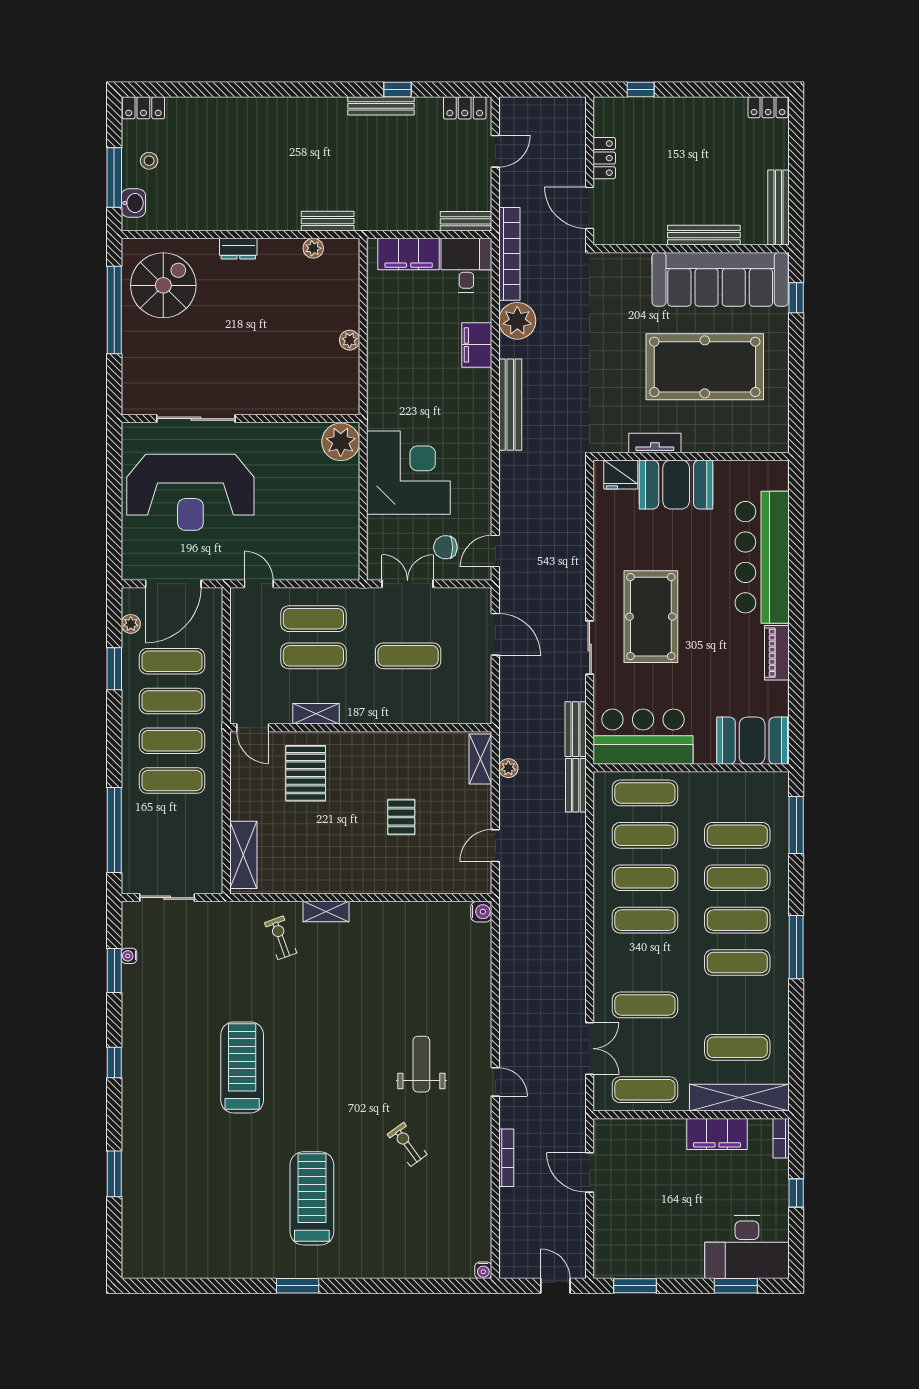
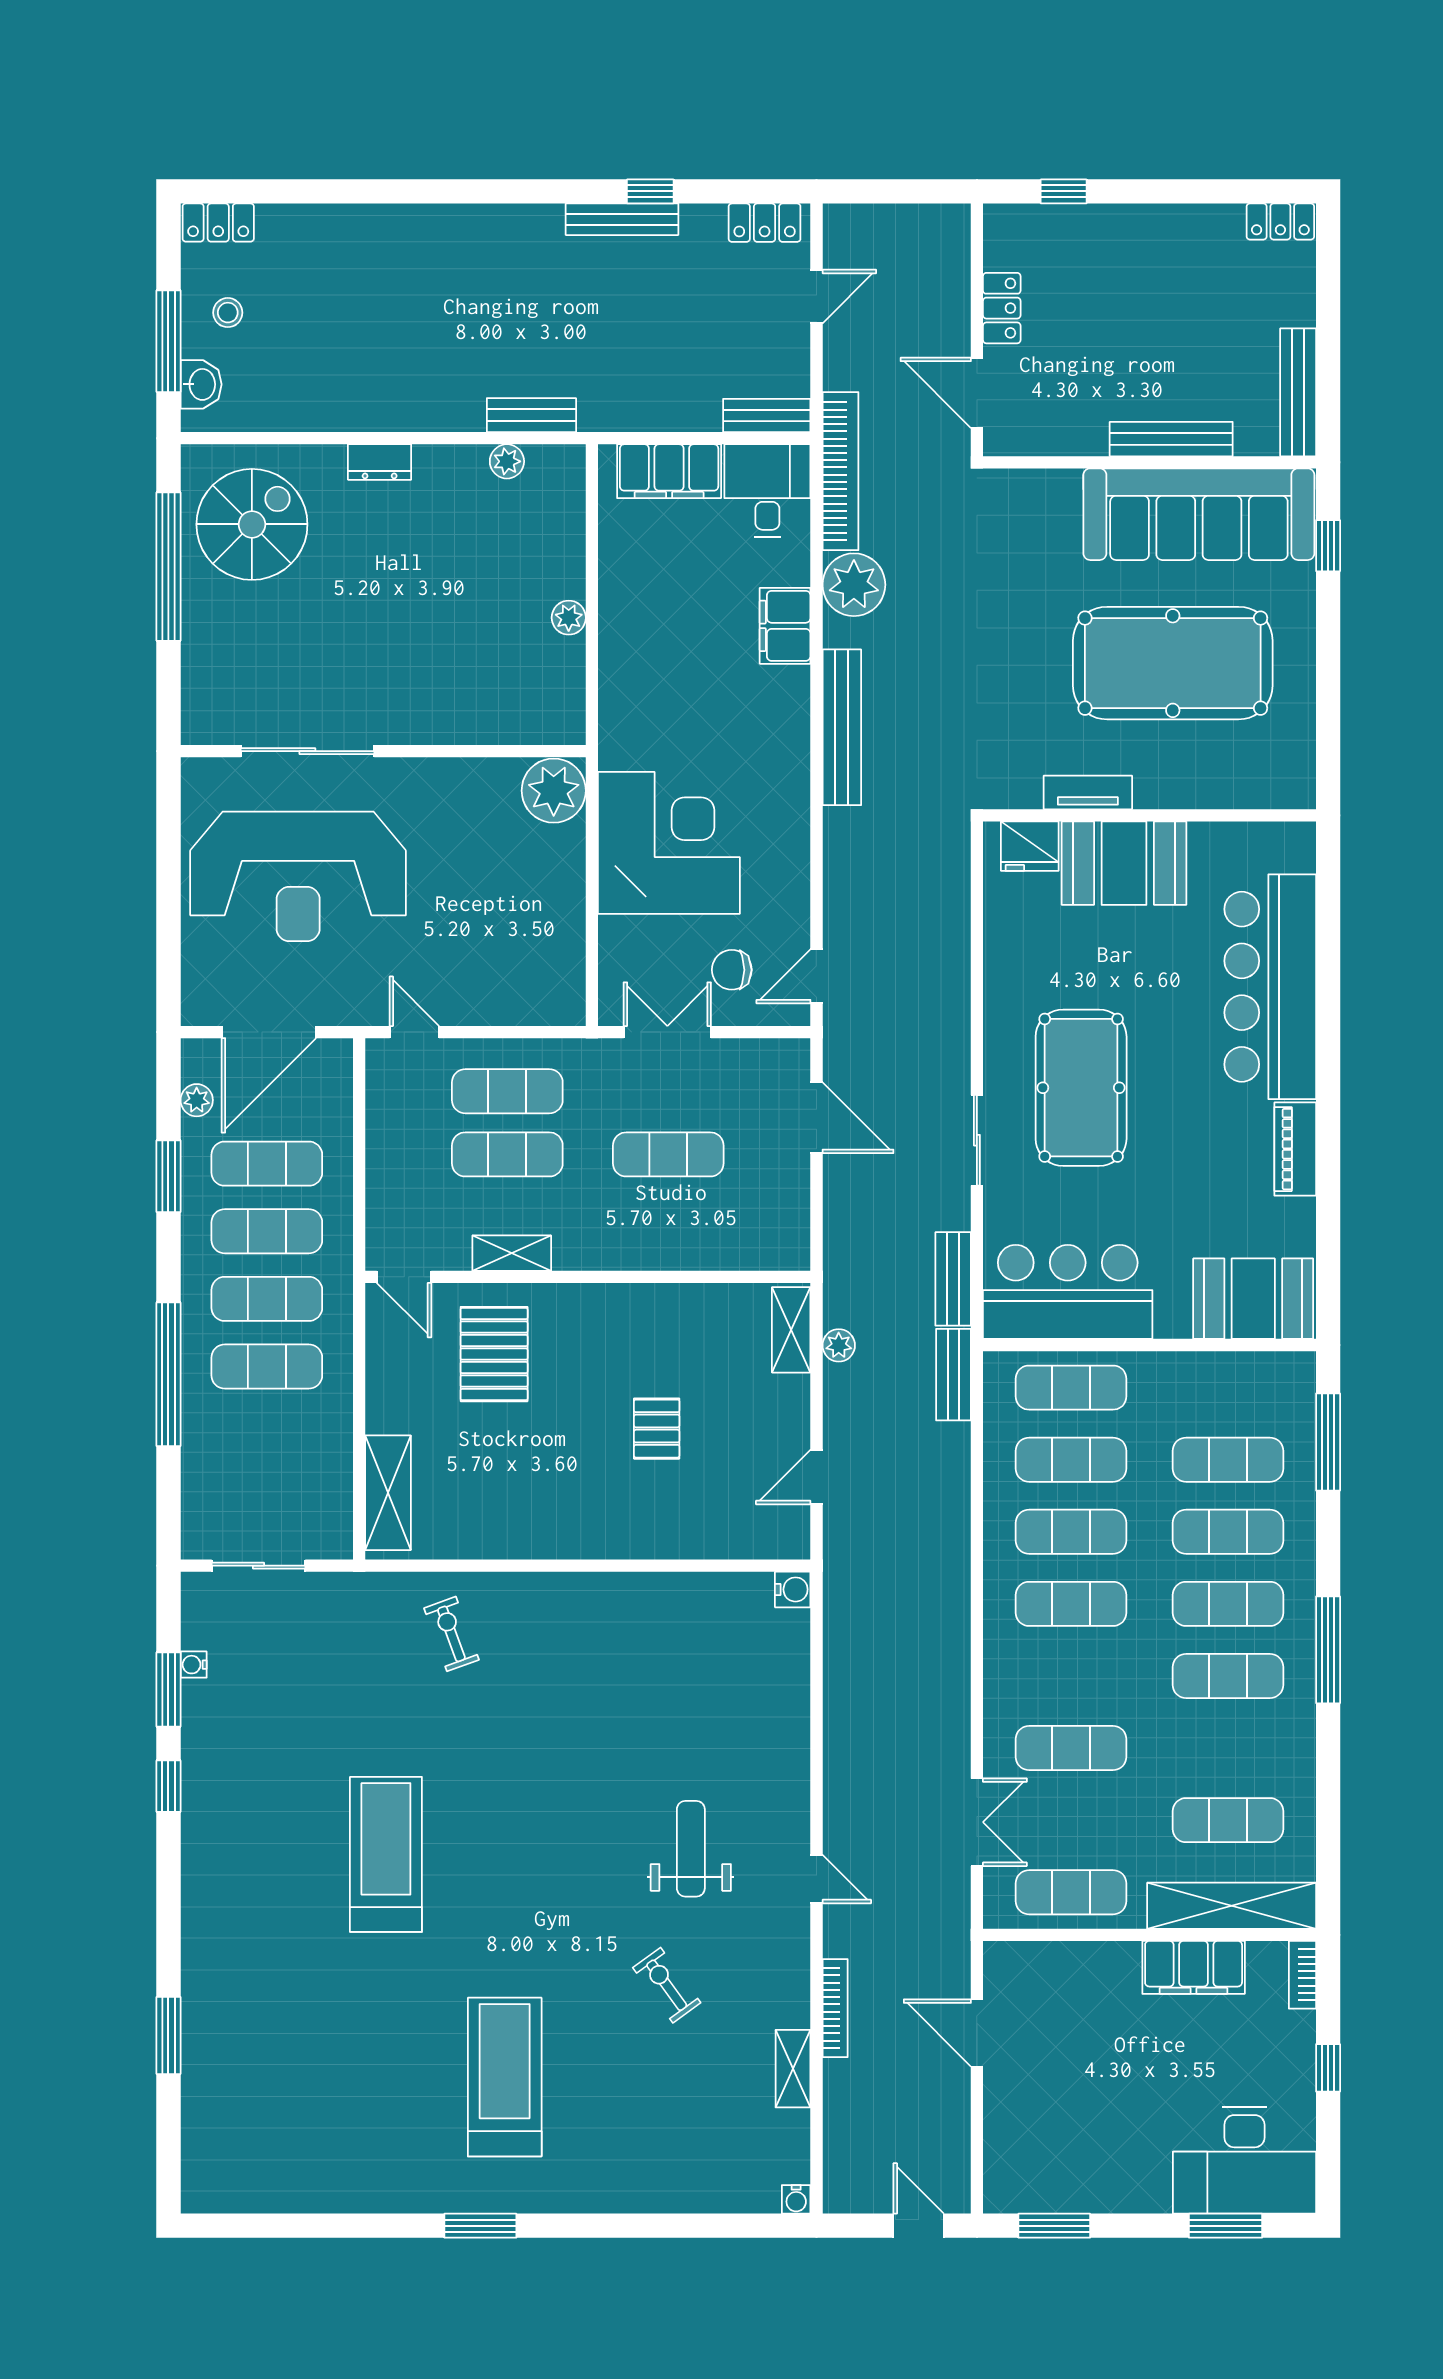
window: (114, 830) -> (168, 1374), moved
shelving: (326, 911) -> (793, 2069), moved, turned 90
window: (114, 1063) -> (168, 1786), moved

